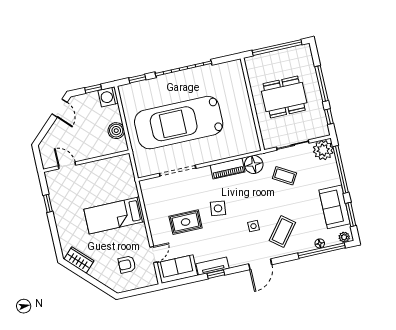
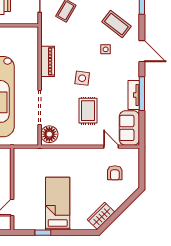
floor lamp: (254, 164) -> (49, 134), moved
bed: (114, 215) -> (58, 204), moved, turned 180
window: (216, 274) -> (142, 94), width x2.17

